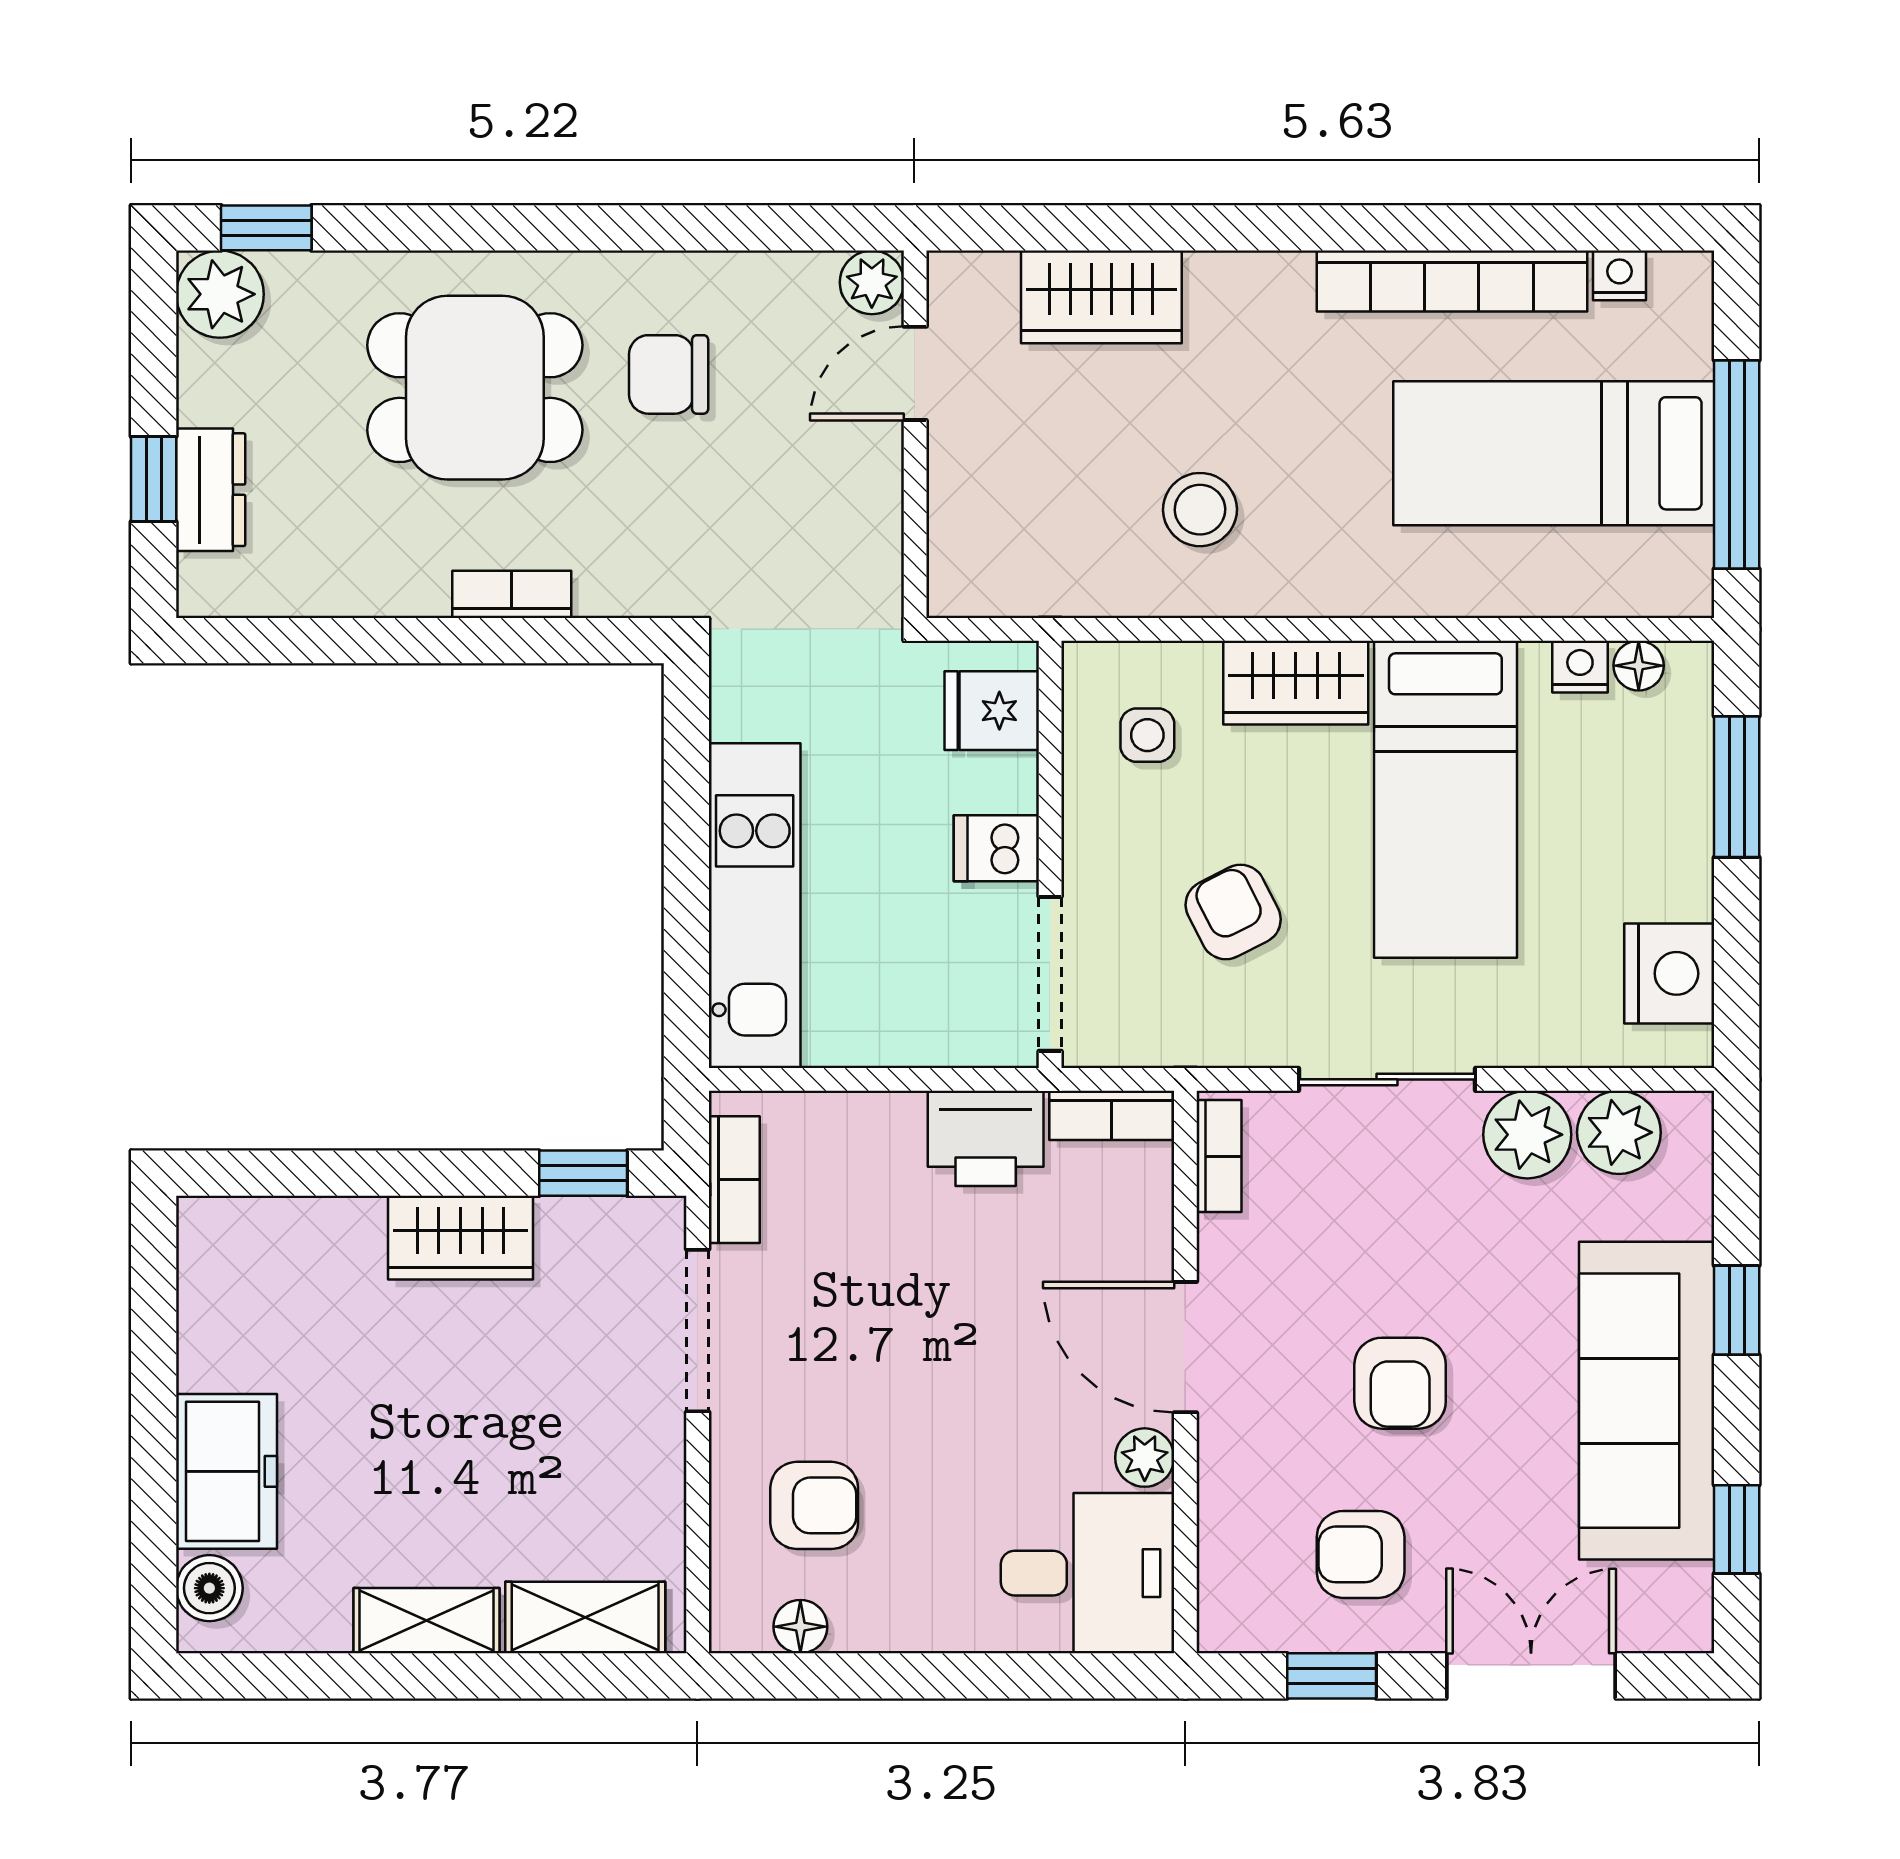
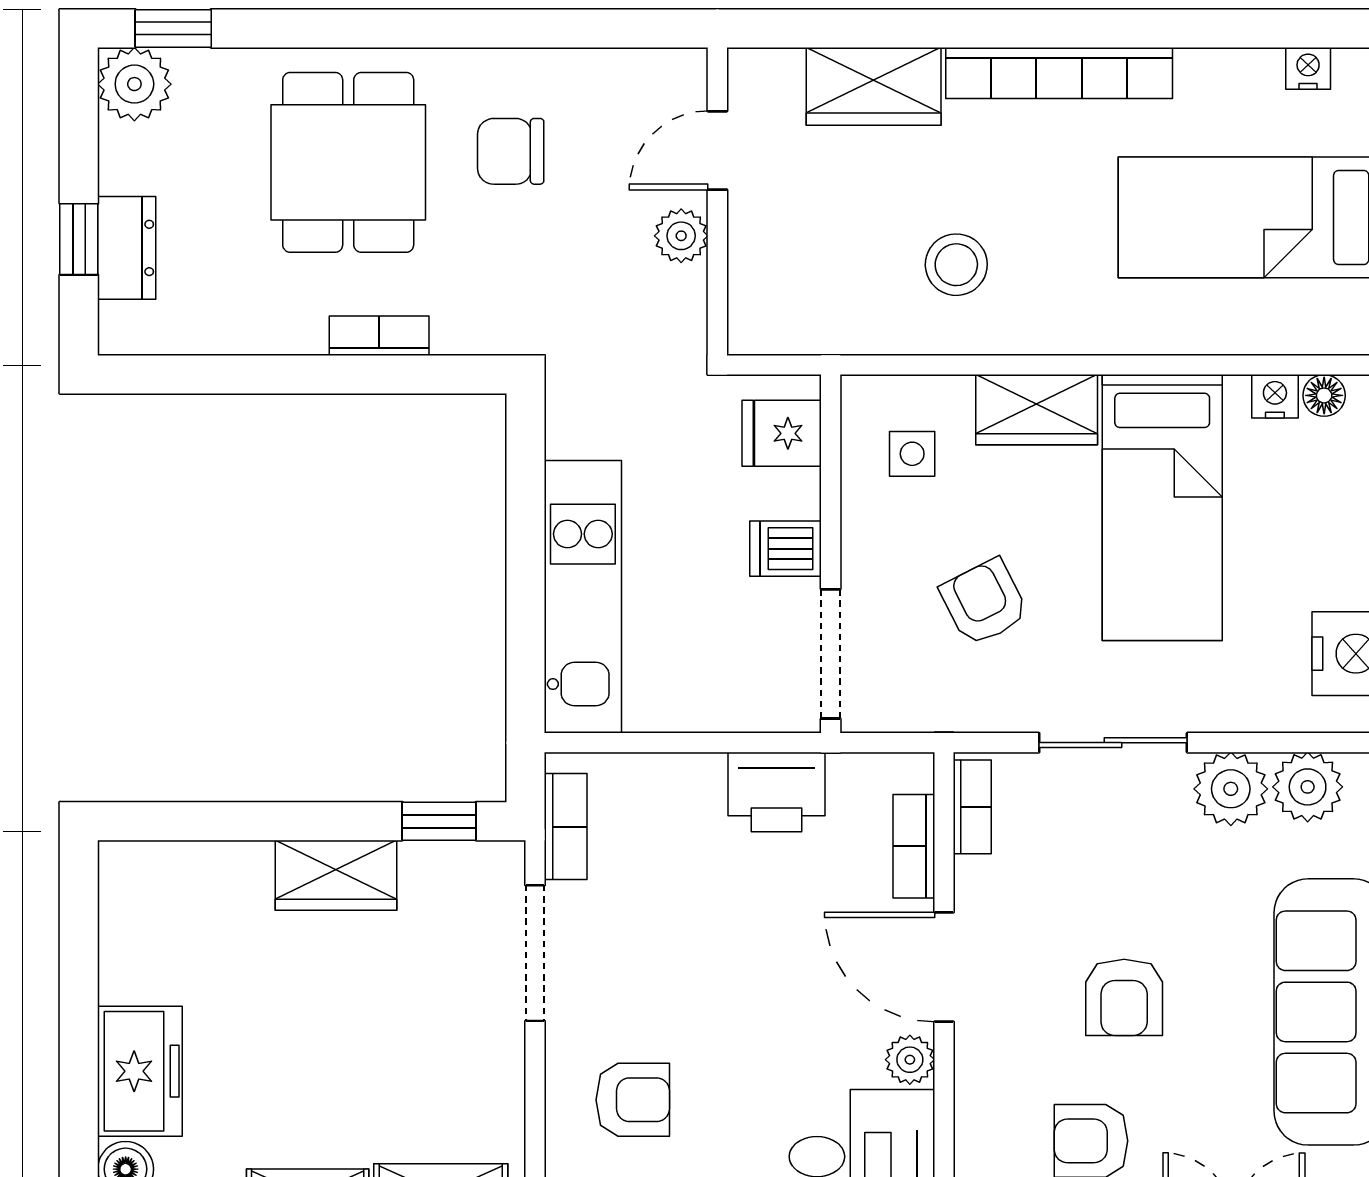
bookcase: (1452, 281) -> (1059, 73), moved
plant: (872, 282) -> (681, 236), moved
dining table: (475, 388) -> (348, 162), turned 90
bookcase: (1111, 1115) -> (914, 846), moved, turned 90

